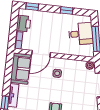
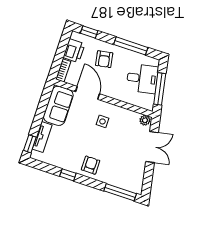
window: (67, 10) -> (131, 46), width x2.17
armchair: (48, 25) -> (104, 59), added
door: (41, 54) -> (88, 93), swing flipped

